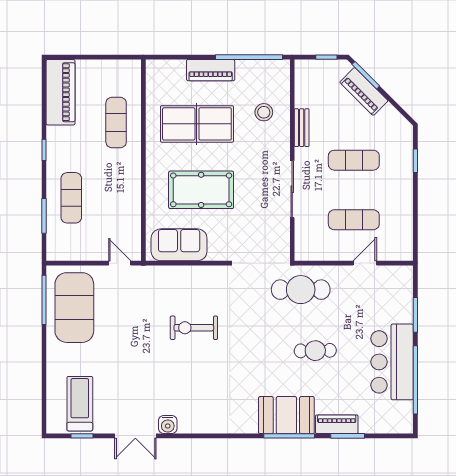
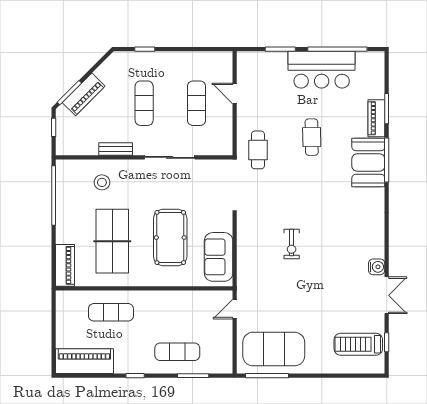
piano: (211, 70) -> (65, 265), moved
cafe table: (301, 290) -> (258, 150), width x0.73, depth x0.74
exercise bike: (194, 328) -> (292, 244), width x0.73, depth x0.72

